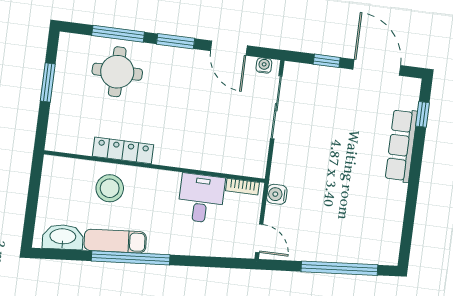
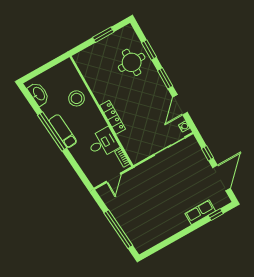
window: (118, 34) -> (149, 50), width x0.69
row of seats: (401, 146) -> (200, 212), width x0.68
locker: (123, 150) -> (113, 117), moved
water cooler: (277, 194) -> (130, 176), removed
door: (259, 238) -> (113, 178), moved
exam couch: (115, 241) -> (63, 131), moved

